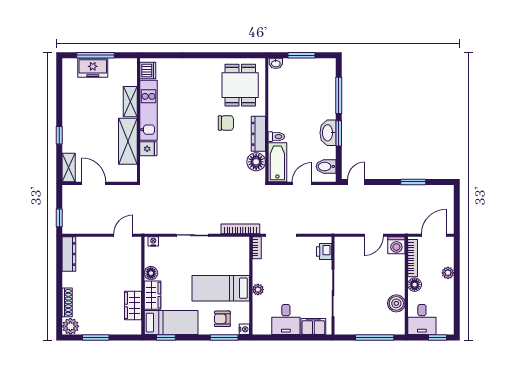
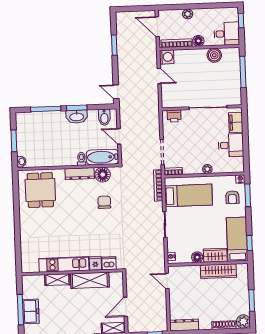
dishwasher: (148, 70) -> (109, 263), moved
dining table: (240, 85) -> (40, 190), turned 90
chair: (226, 123) -> (104, 202), moved
bed: (221, 288) -> (188, 195), moved, turned -90
wardrobe: (133, 305) -> (218, 271), width x1.50

